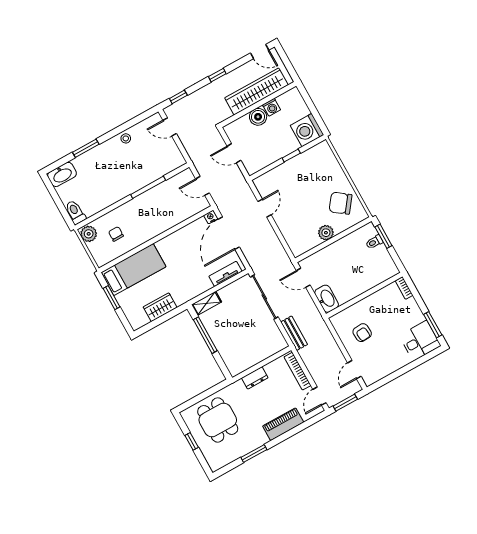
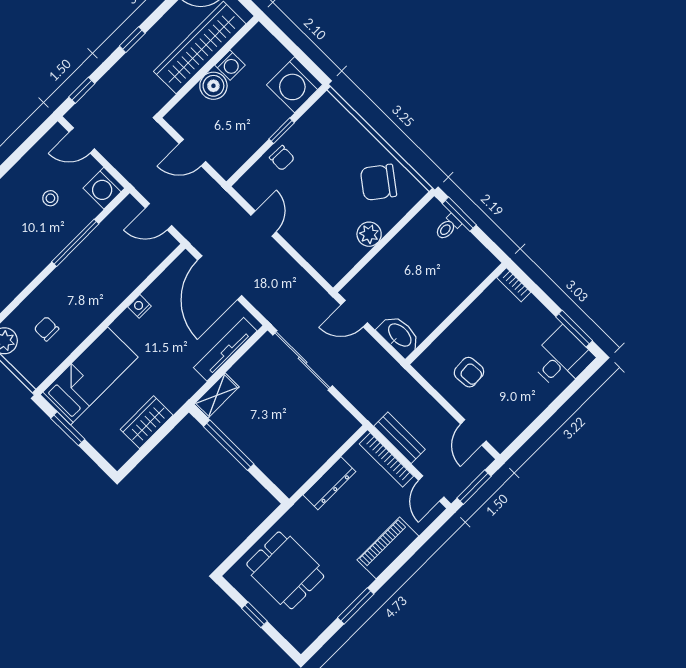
stool: (126, 138) -> (50, 198), moved
washing machine: (175, 159) -> (104, 188), added
chair: (287, 172) -> (282, 158), added
nightstand: (211, 217) -> (139, 306), moved
tv unit: (225, 274) -> (225, 349), width x1.41
bench: (294, 333) -> (399, 438), moved
dresser: (255, 378) -> (329, 483), width x1.44

